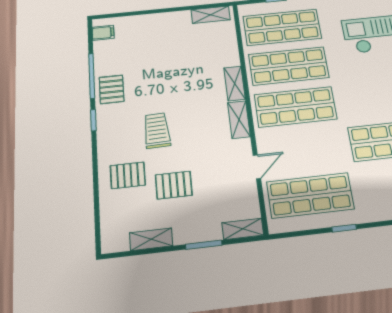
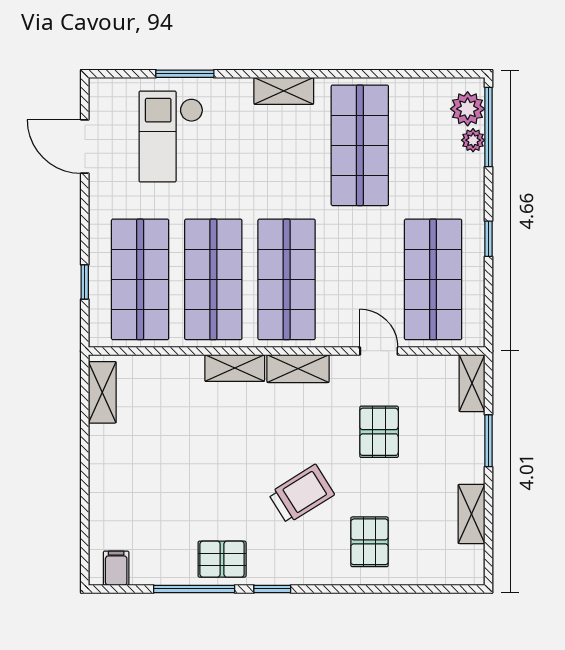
trolley: (157, 130) -> (301, 494), turned 150
pallet: (174, 185) -> (379, 432), moved

